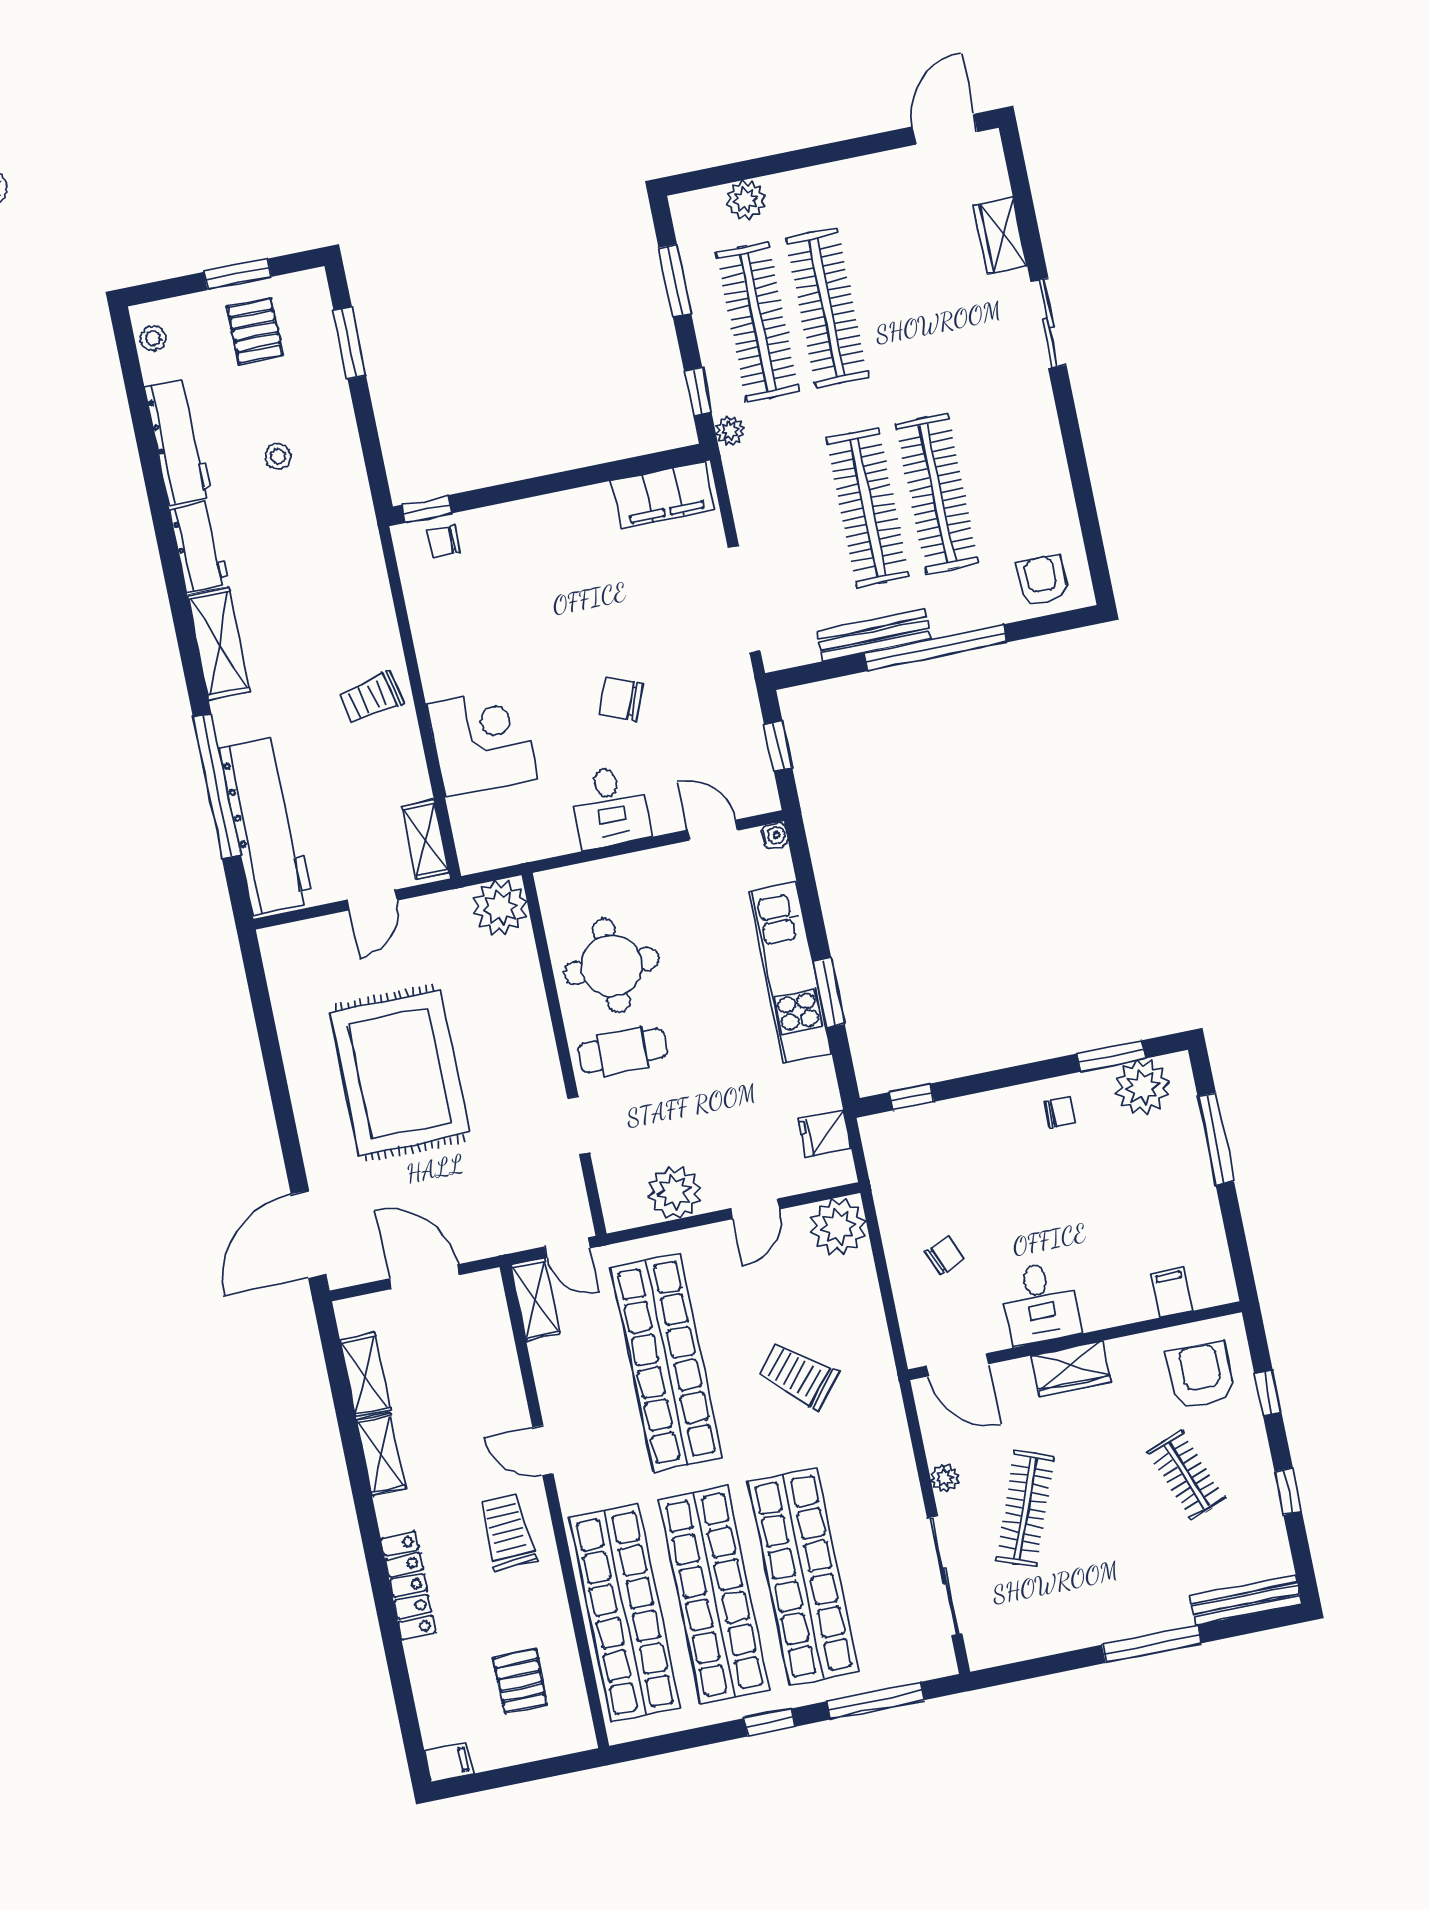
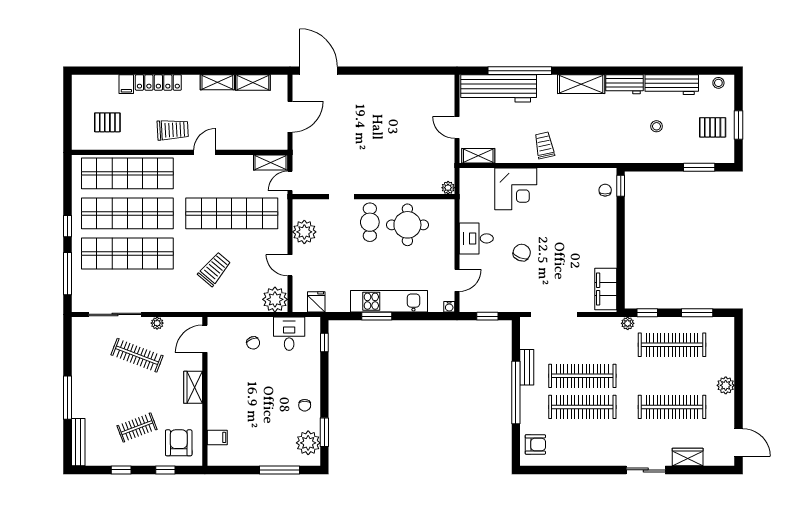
plant: (746, 200) -> (726, 385), moved
clothes rail: (827, 308) -> (672, 407), moved
bench: (874, 635) -> (527, 367), width x0.73
plant: (500, 908) -> (448, 188), width x0.53, depth x0.53
rug: (400, 1073) -> (380, 124), removed
desk: (1040, 1303) -> (289, 334), moved, turned 90
armchair: (1201, 1376) -> (179, 443), turned -90
filing cabinet: (448, 1762) -> (126, 84), moved

